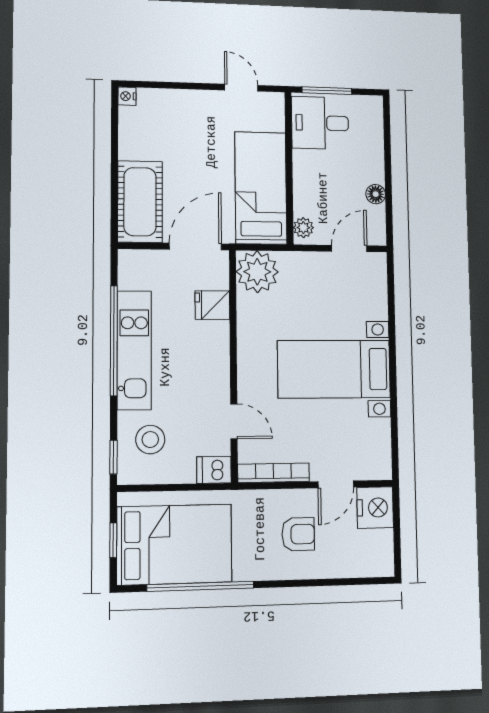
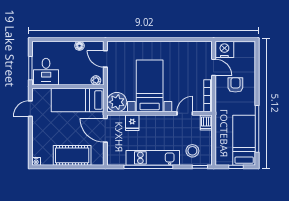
cot: (140, 202) -> (72, 155), moved
bed with nightstands: (334, 369) -> (150, 86), moved, turned 180
bed: (174, 544) -> (244, 140), width x0.67

